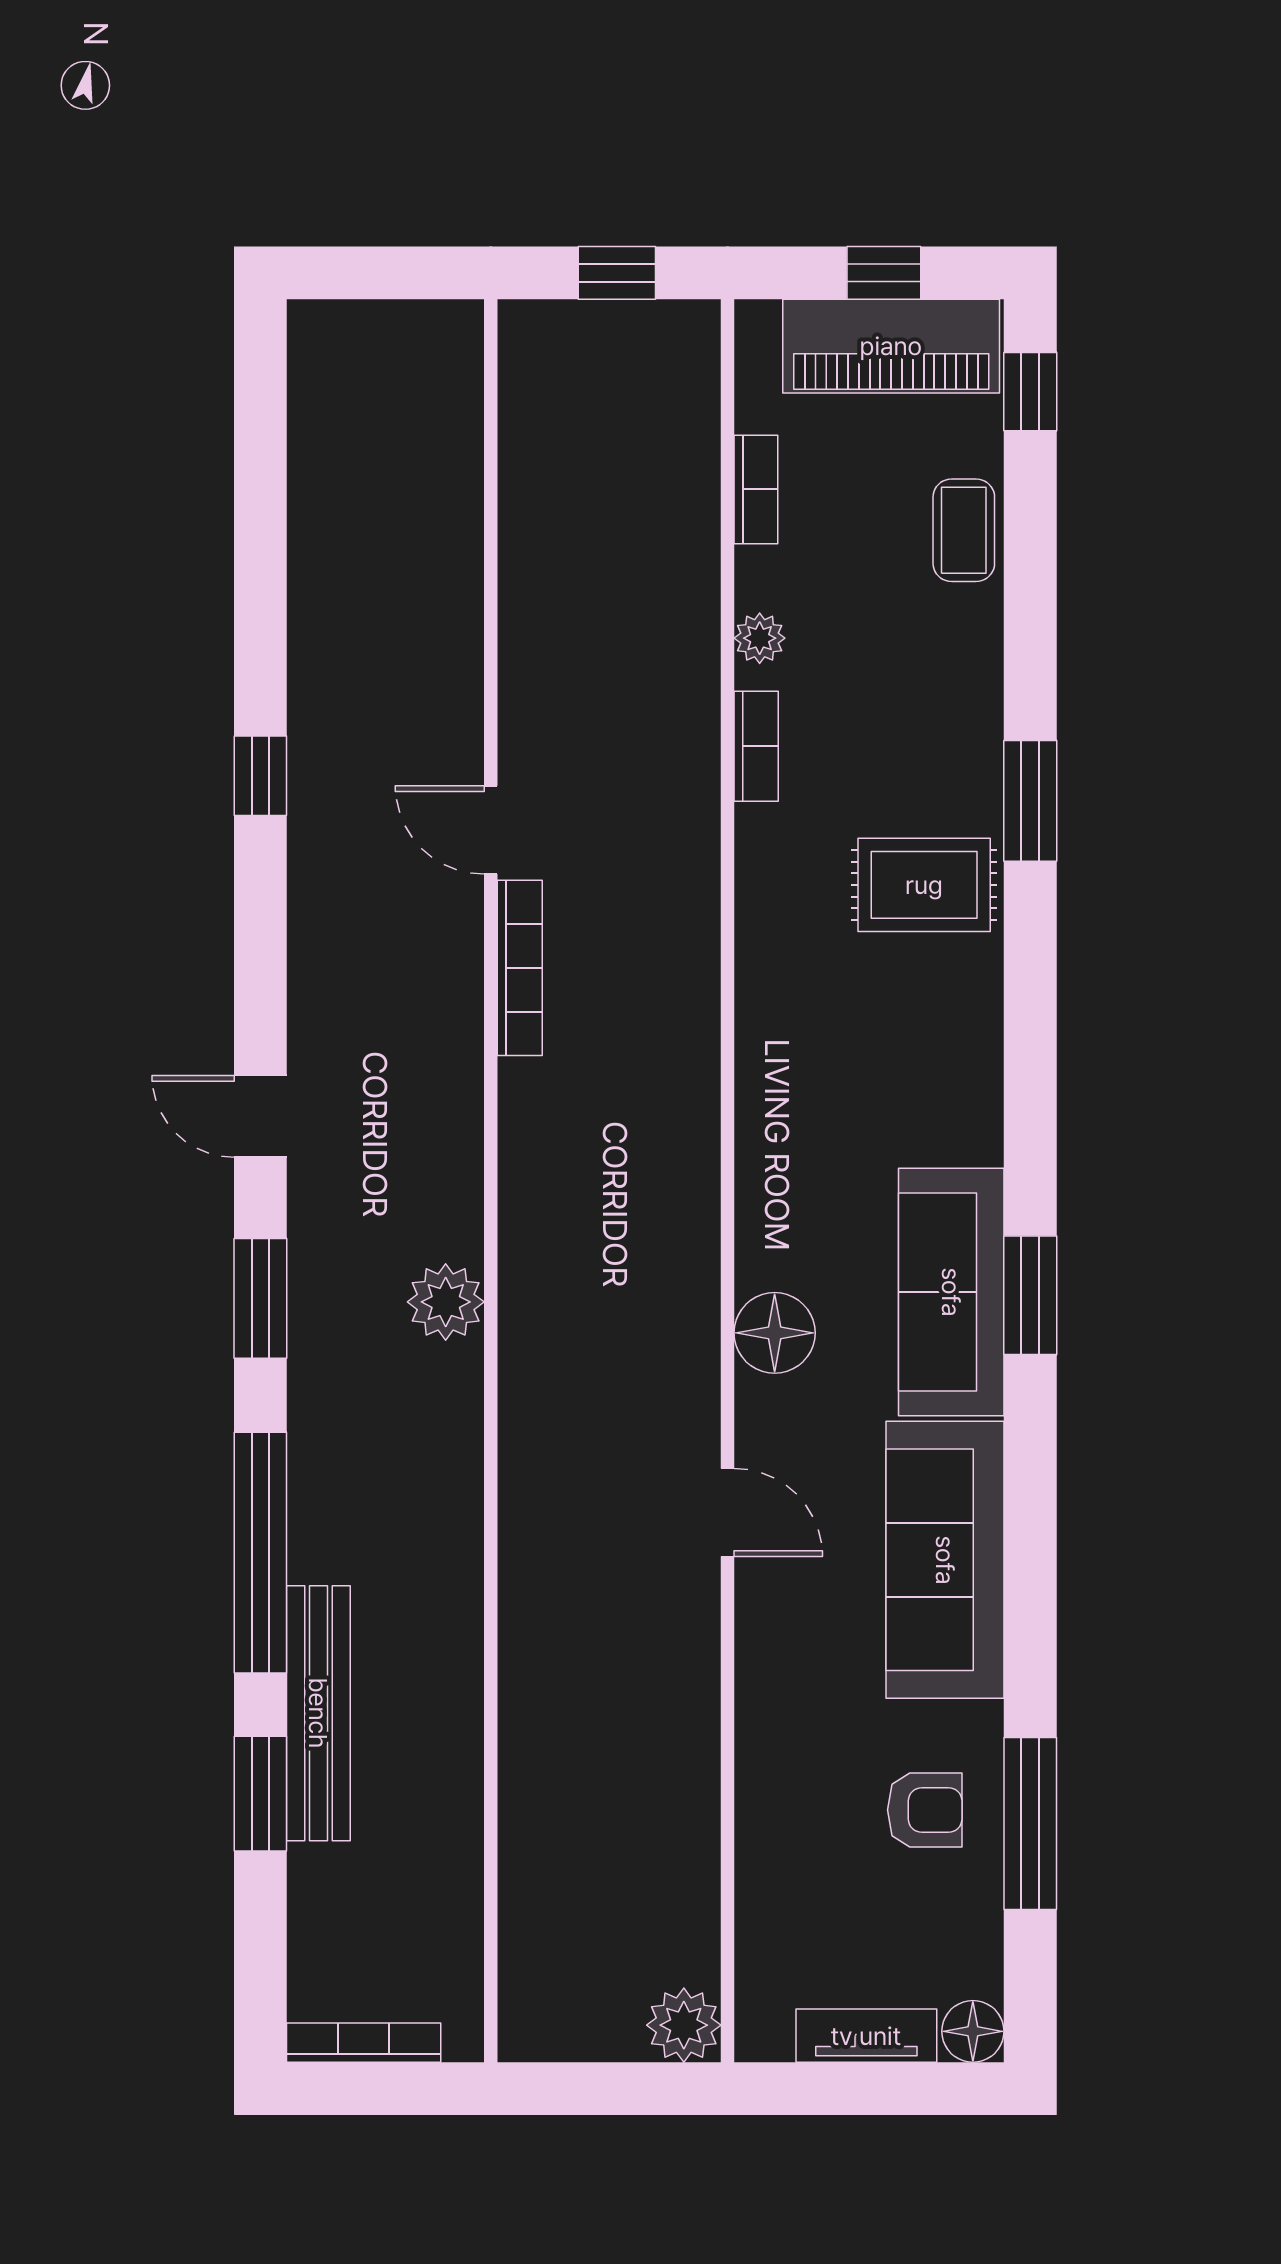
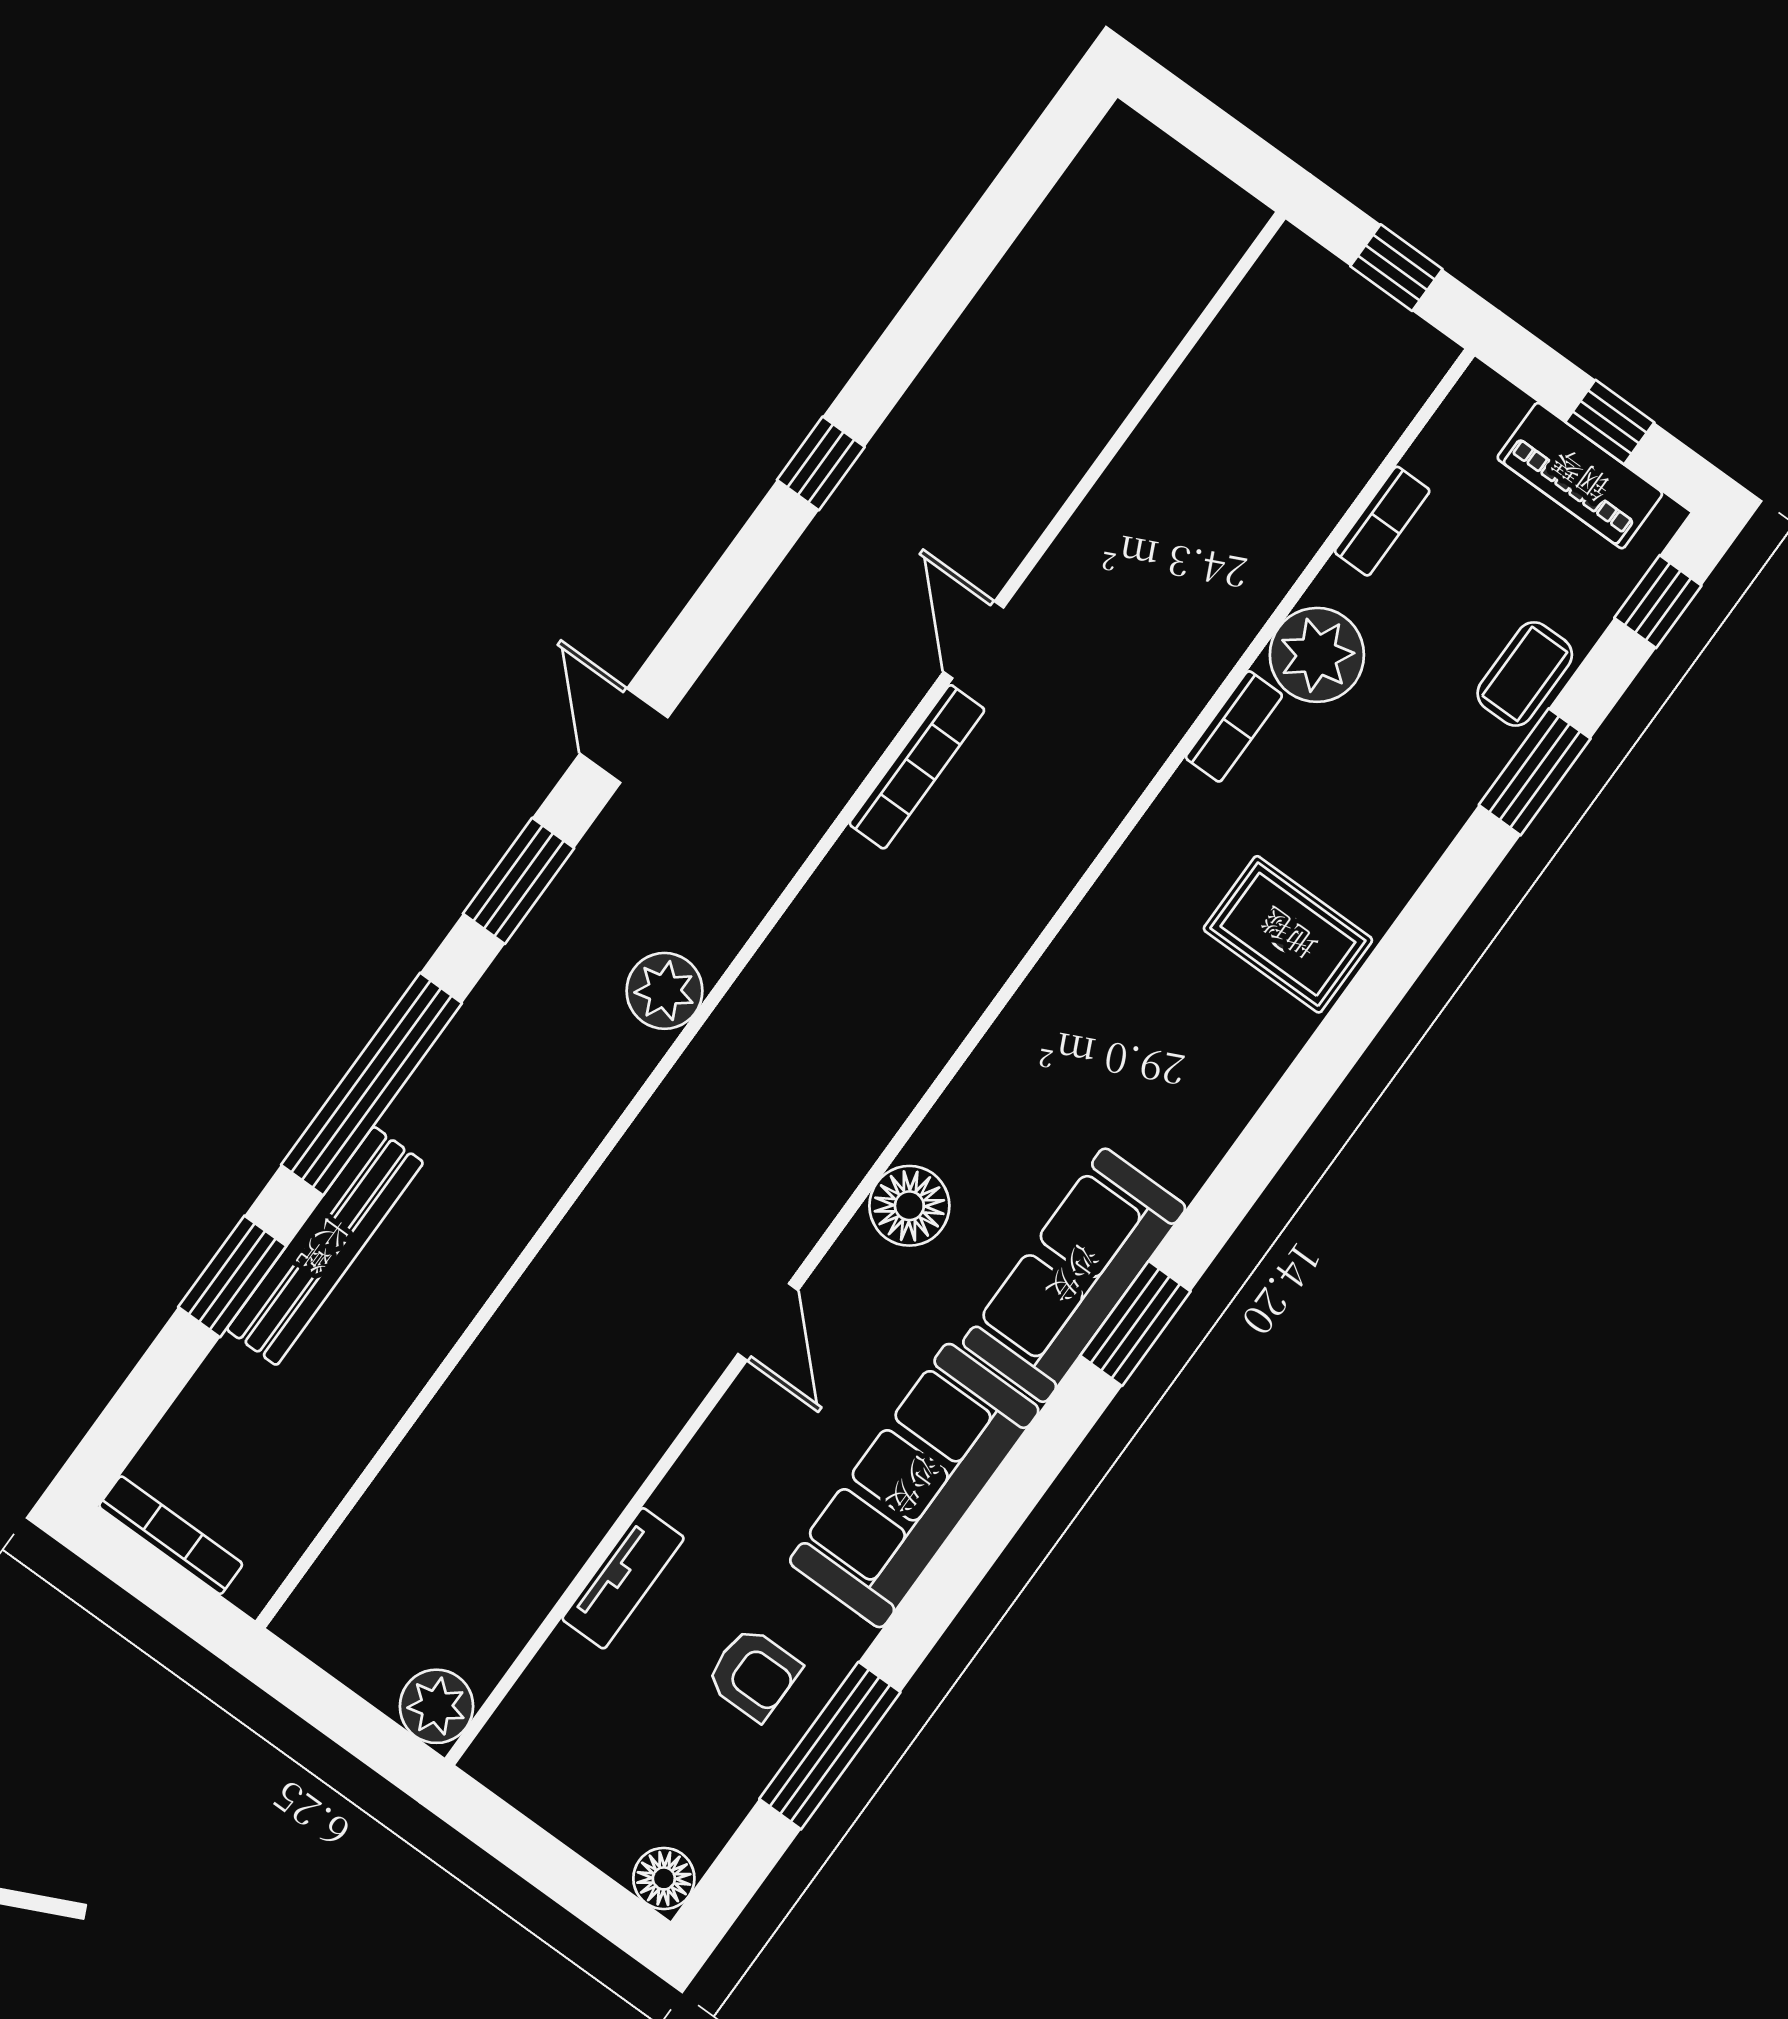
piano: (891, 346) -> (1580, 476), width x0.73, depth x0.75
plant: (760, 638) -> (1317, 655), width x1.88, depth x1.88
window: (1030, 801) -> (1535, 772), moved
tv unit: (866, 2036) -> (623, 1578), moved, turned 90

